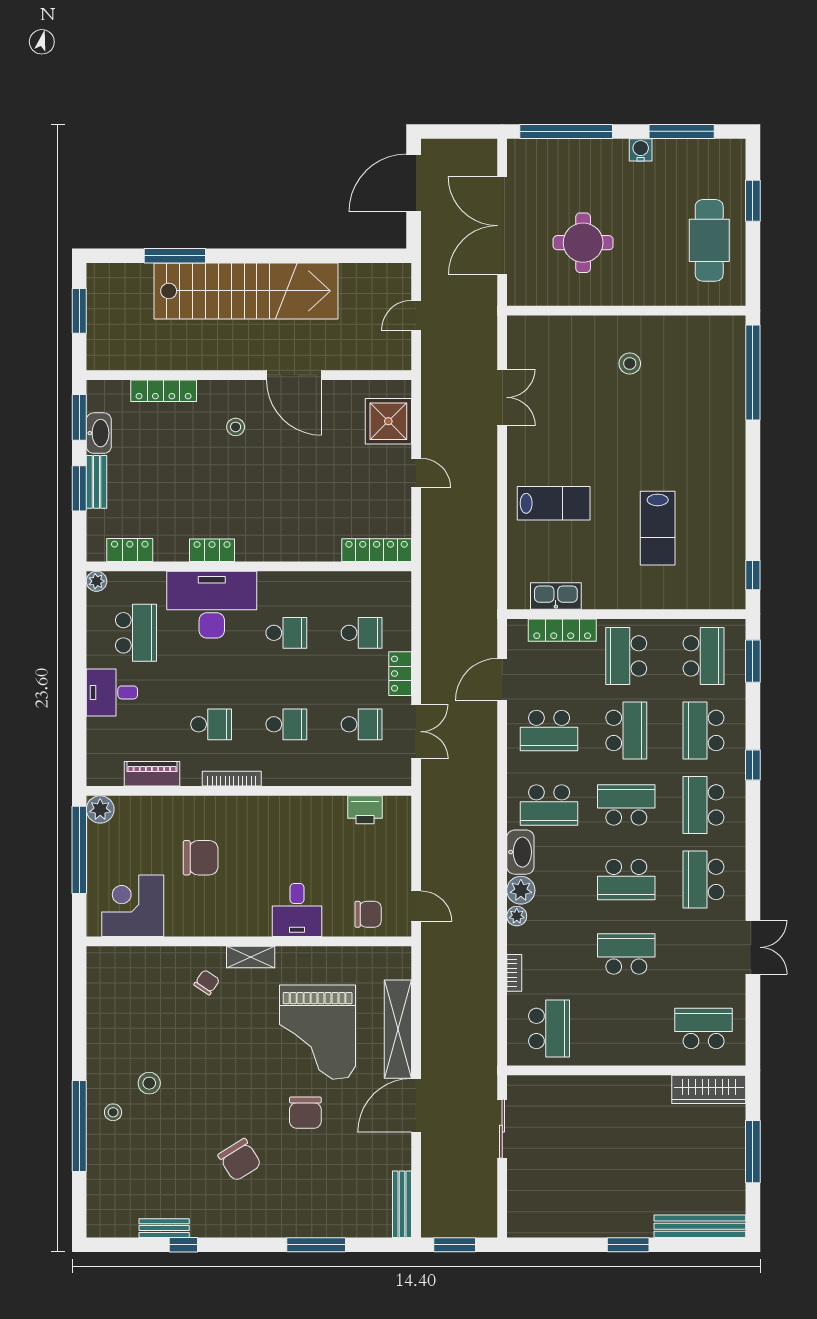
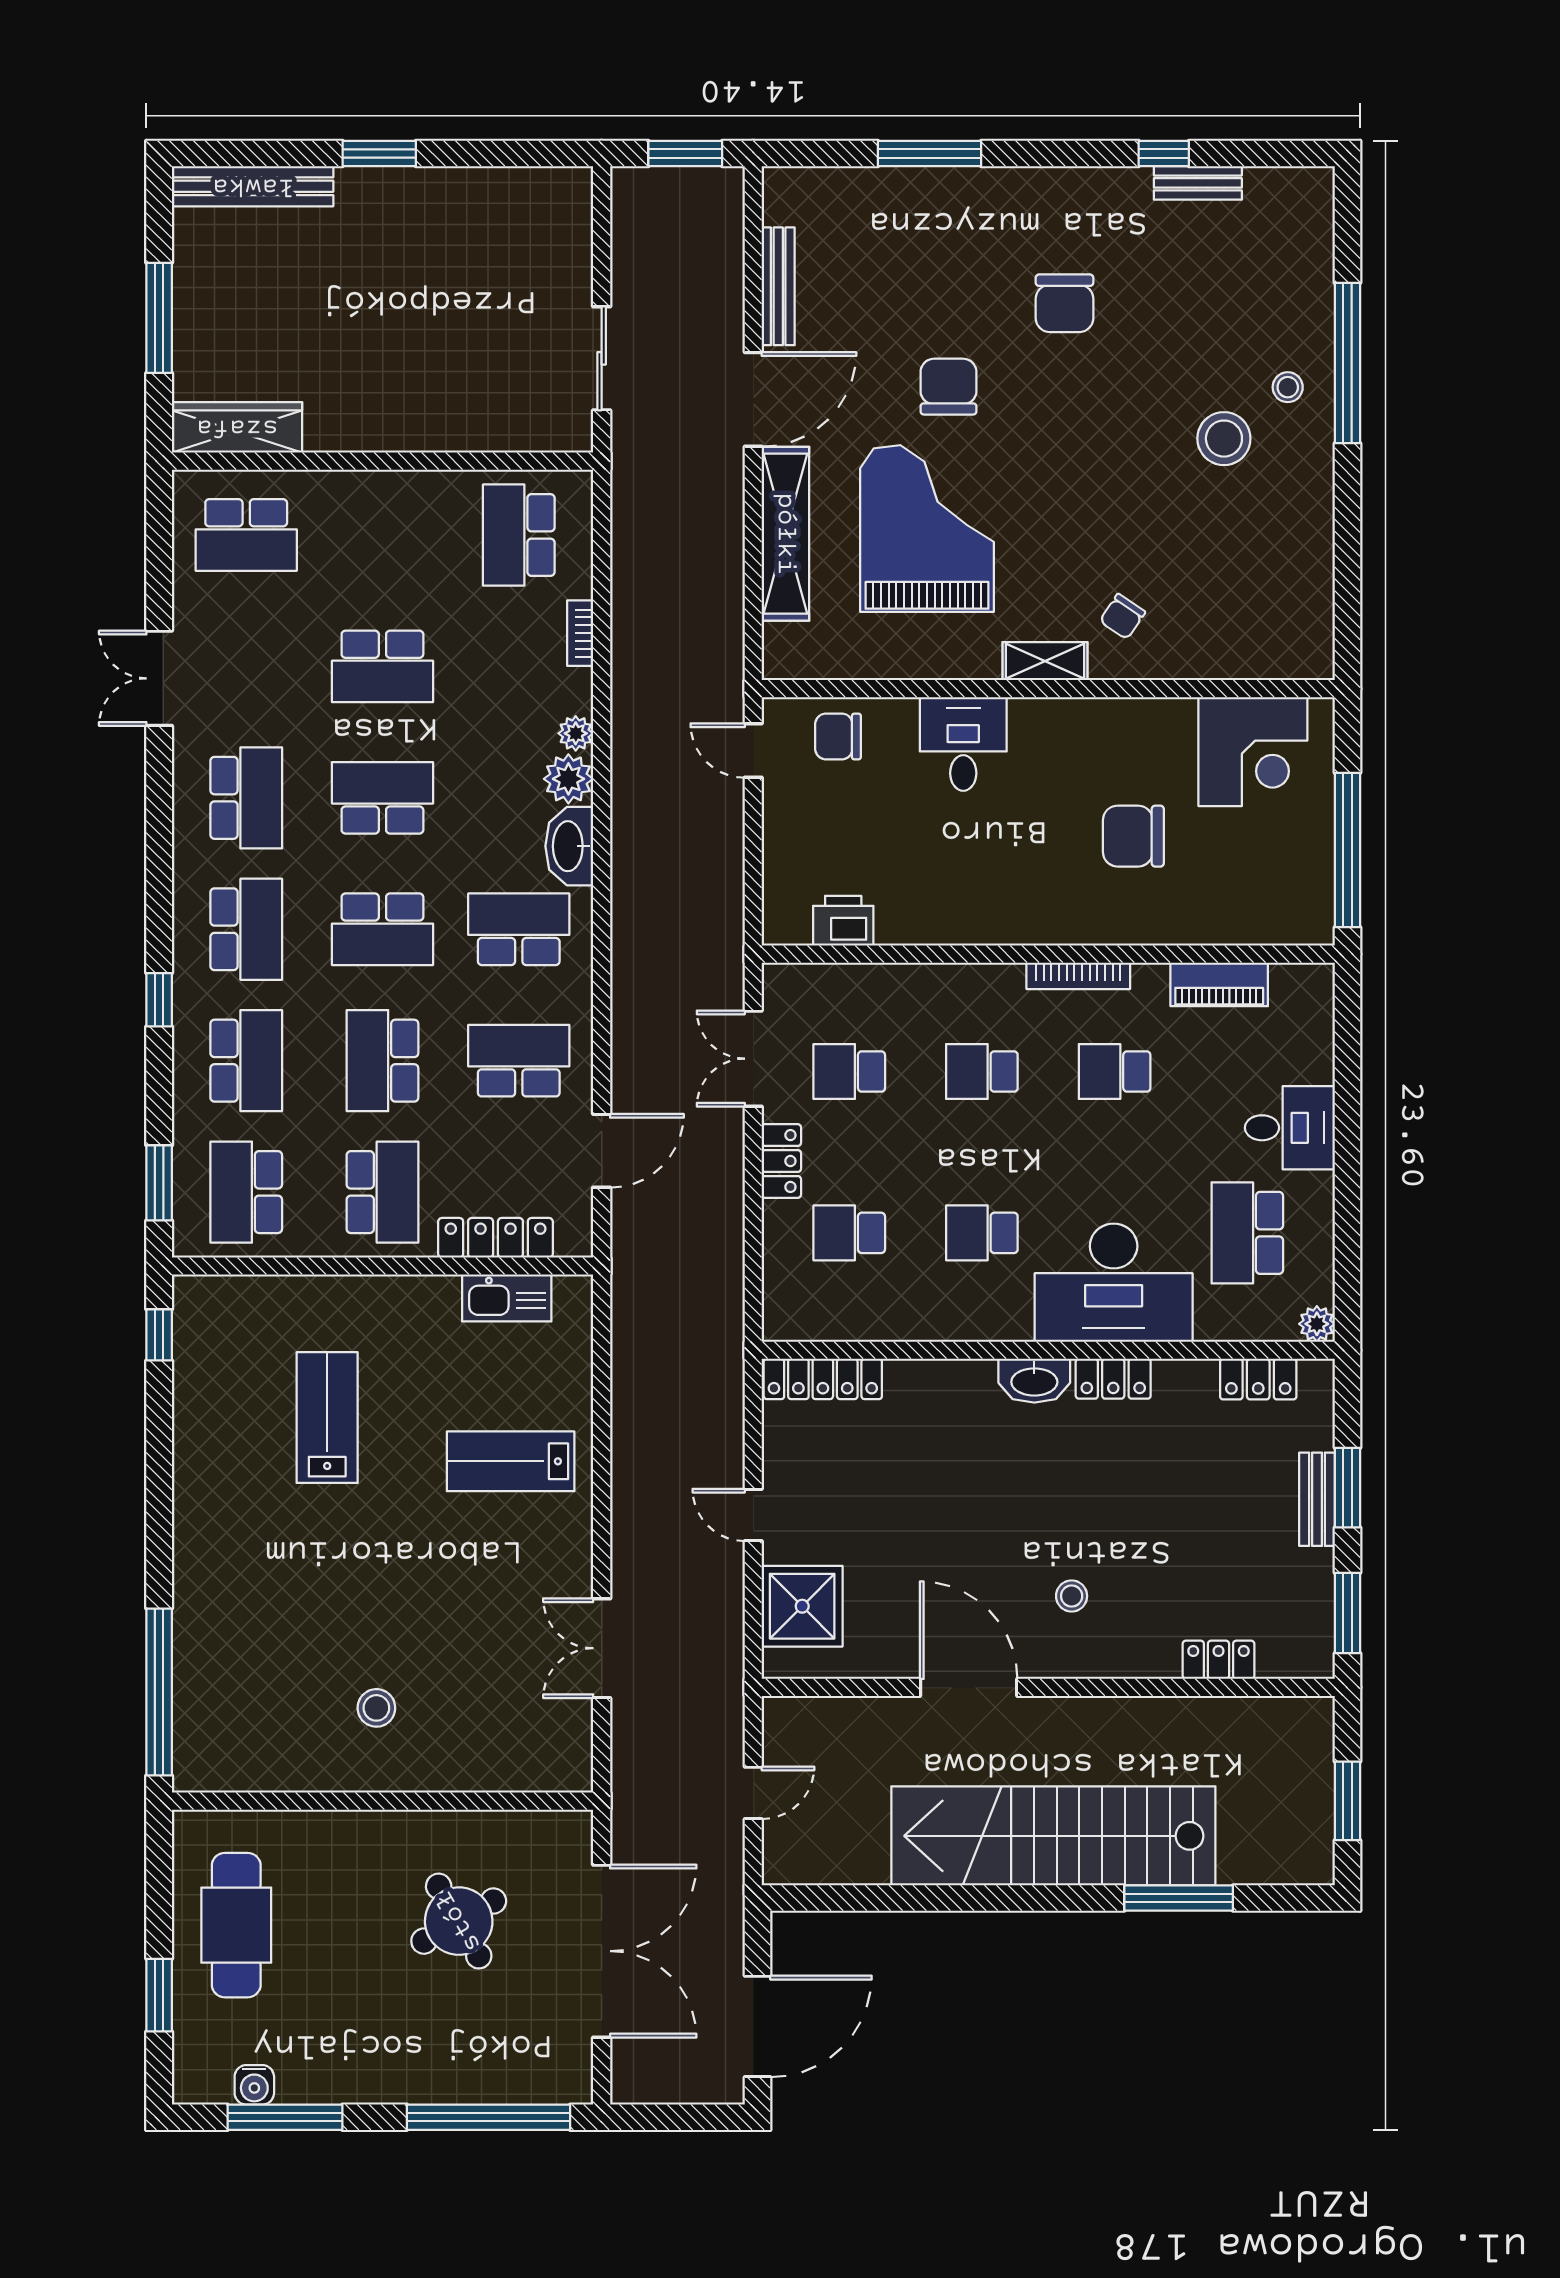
water cooler: (641, 150) -> (254, 2085), moved
round table: (583, 243) -> (459, 1921), turned -30
locker: (164, 391) -> (1218, 1660), width x0.66
washbasin: (99, 433) -> (1034, 1381), moved, turned -90
plant: (100, 809) -> (1311, 921), removed
stool: (149, 1083) -> (1224, 439), width x1.38, depth x1.38
chair: (240, 1160) -> (1064, 303), turned -148
bench: (402, 1204) -> (778, 286), moved

